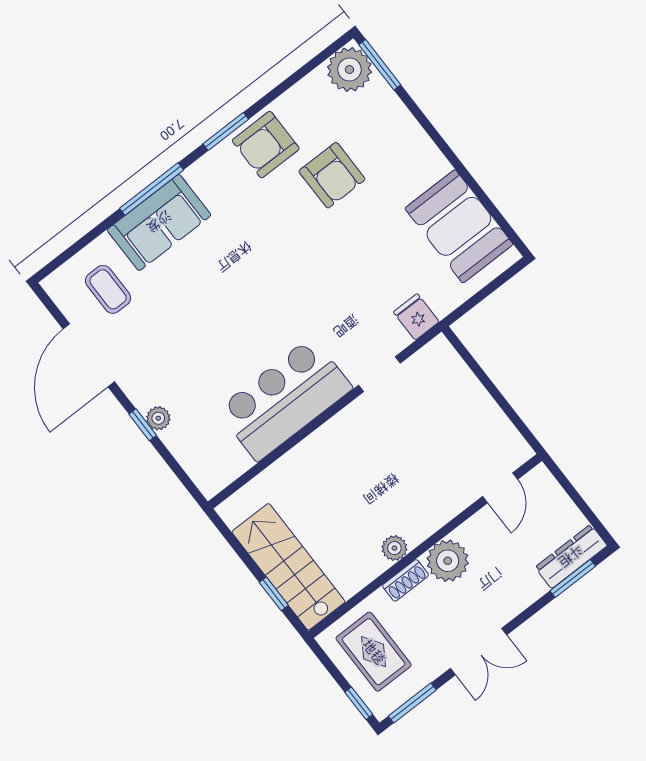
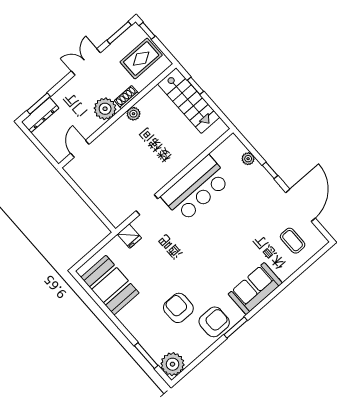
window: (380, 65) -> (146, 356), moved
window: (152, 189) -> (273, 295), removed
sofa: (159, 222) -> (255, 289), moved
plant: (158, 418) -> (248, 159), moved
rug: (374, 652) -> (141, 59), turned 90

